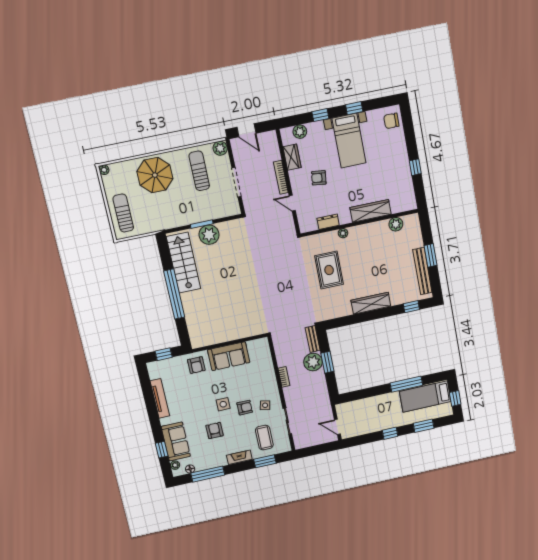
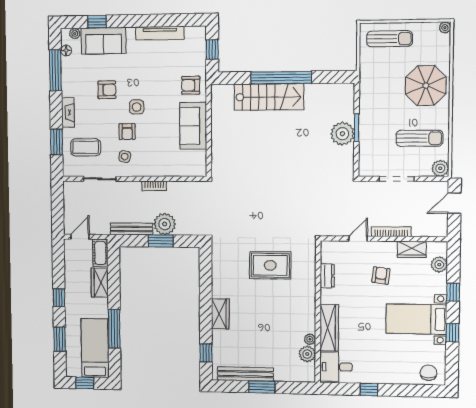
desk: (402, 198) -> (336, 367), added
plant: (343, 233) -> (310, 339), moved
stairs: (183, 263) -> (269, 97), moved
wardrobe: (371, 303) -> (220, 314), width x0.67
bench: (313, 339) -> (132, 229), moved, width x1.36
wardrobe: (371, 404) -> (100, 283), added
cot: (347, 408) -> (100, 253), added

